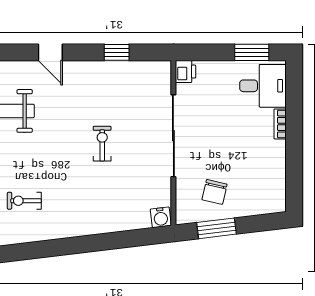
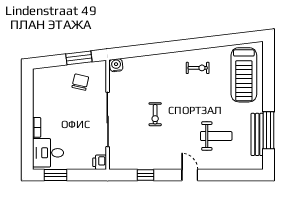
exercise bike: (24, 201) -> (198, 68), moved

